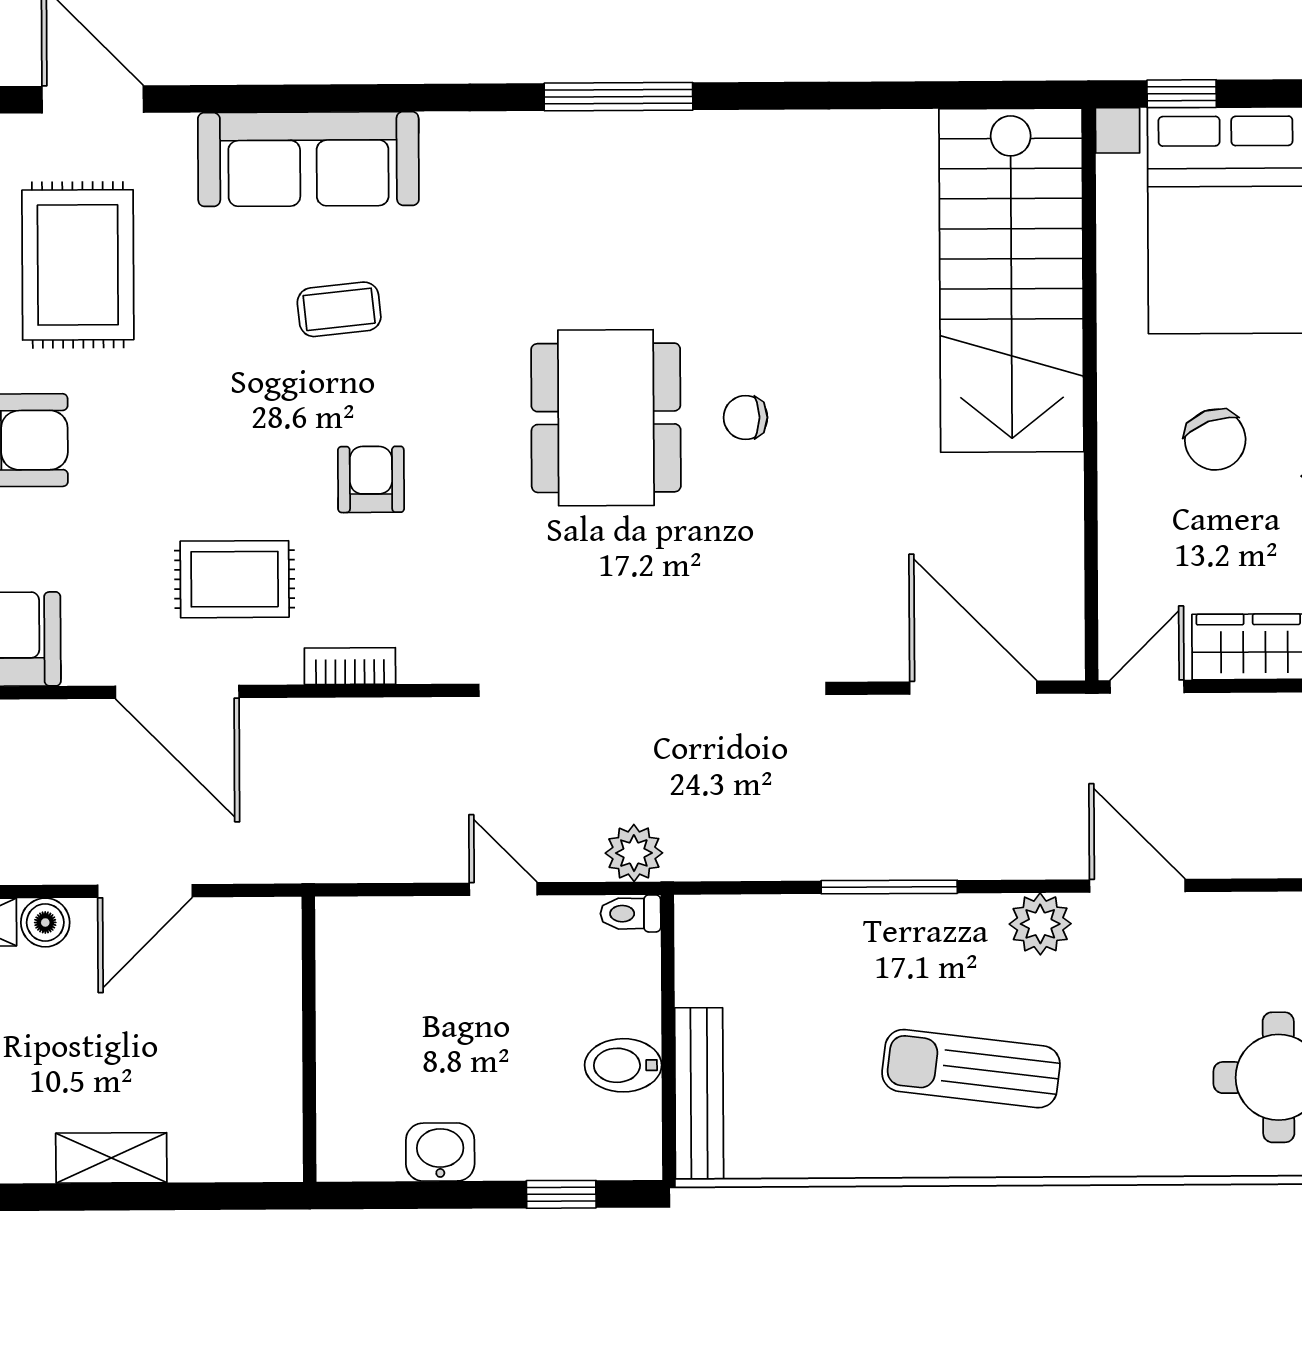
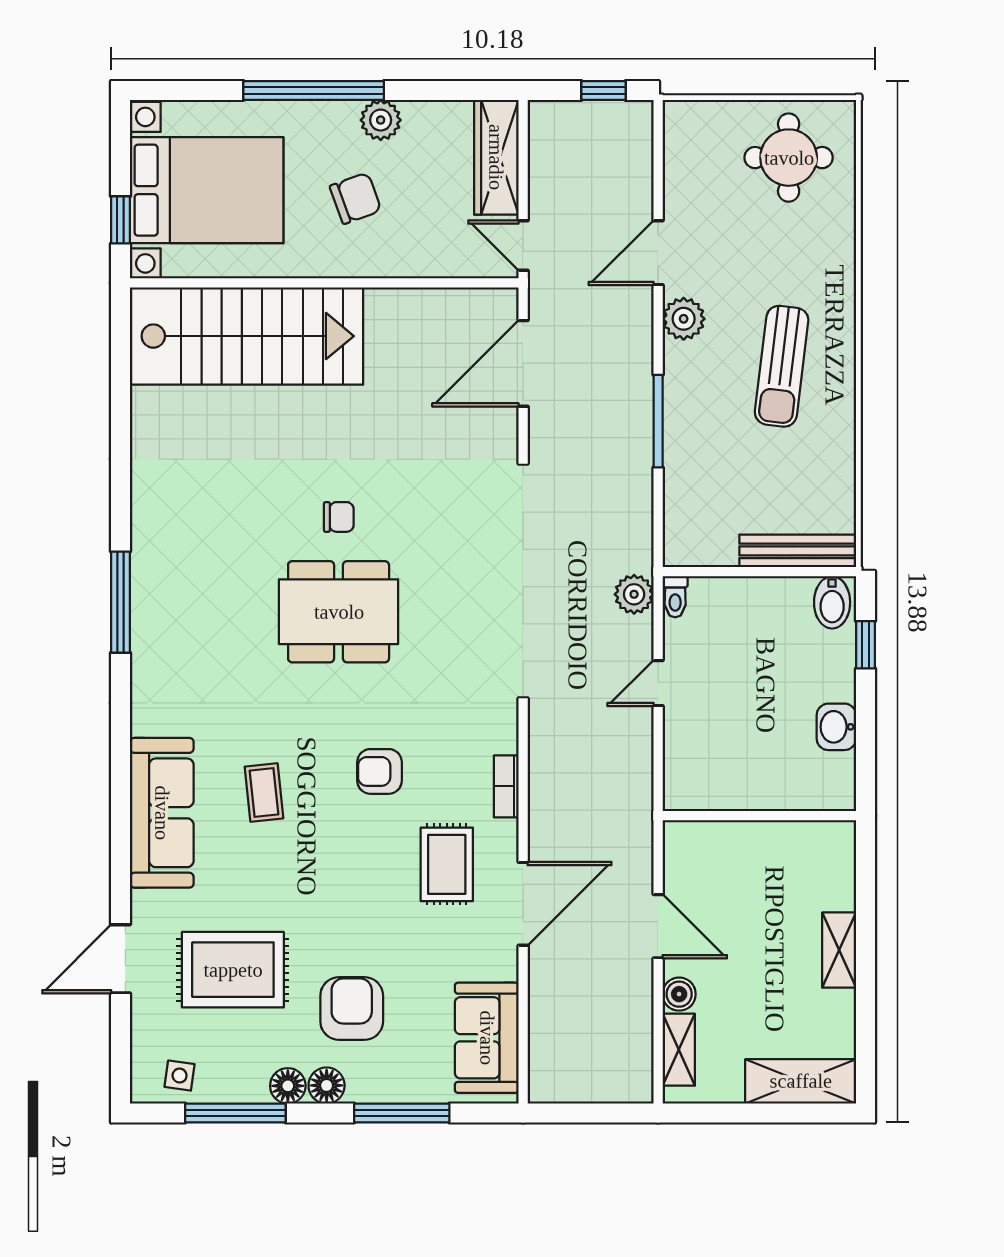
chair: (746, 417) -> (339, 517), turned -90
bidet: (623, 1065) -> (832, 602), moved

